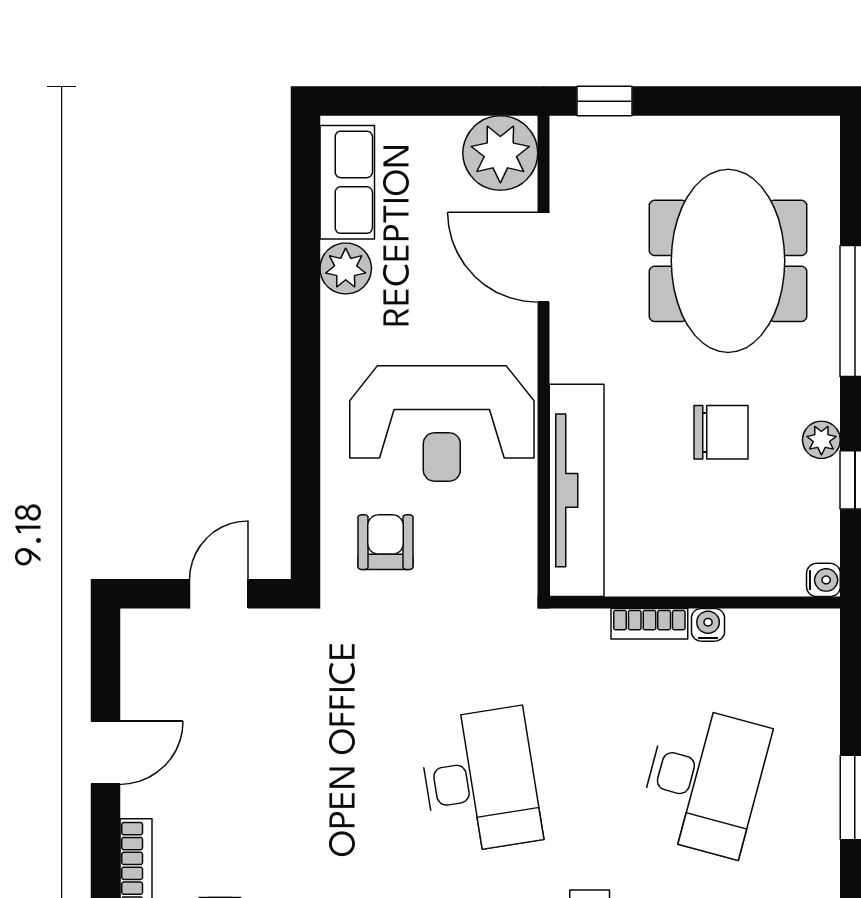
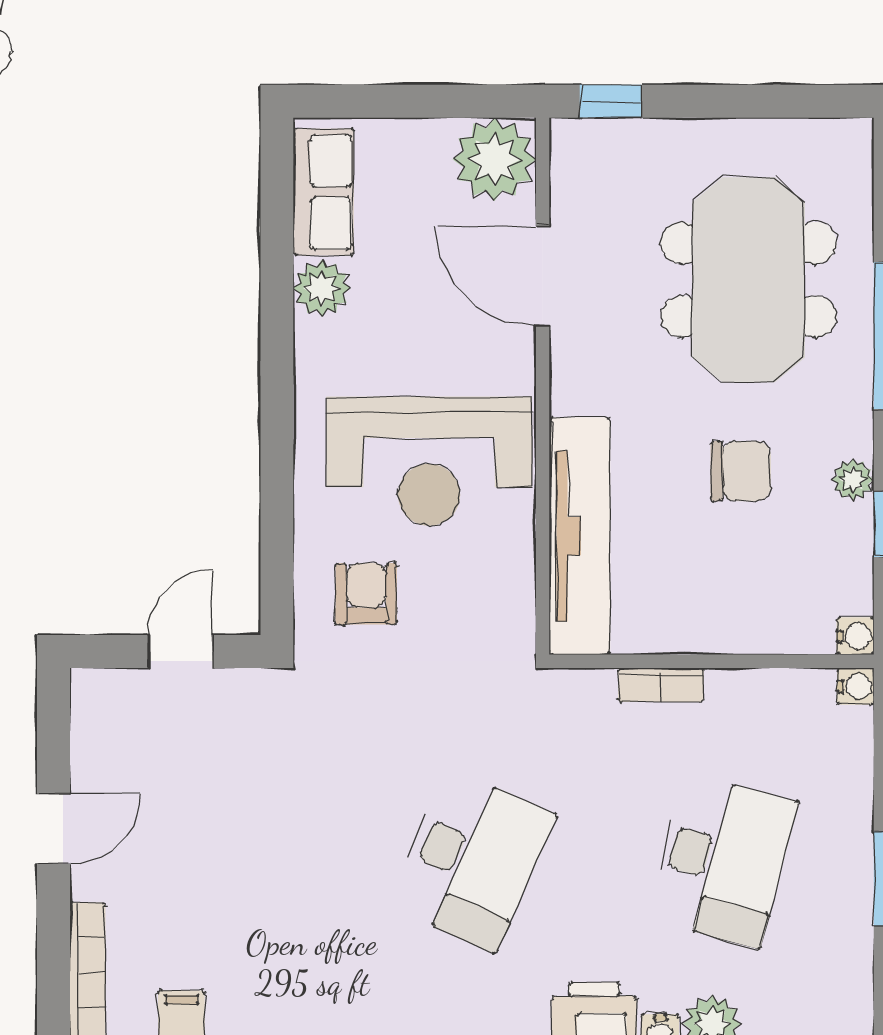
water cooler: (708, 625) -> (856, 686), moved, turned 90
desk: (480, 781) -> (472, 860), turned 33

